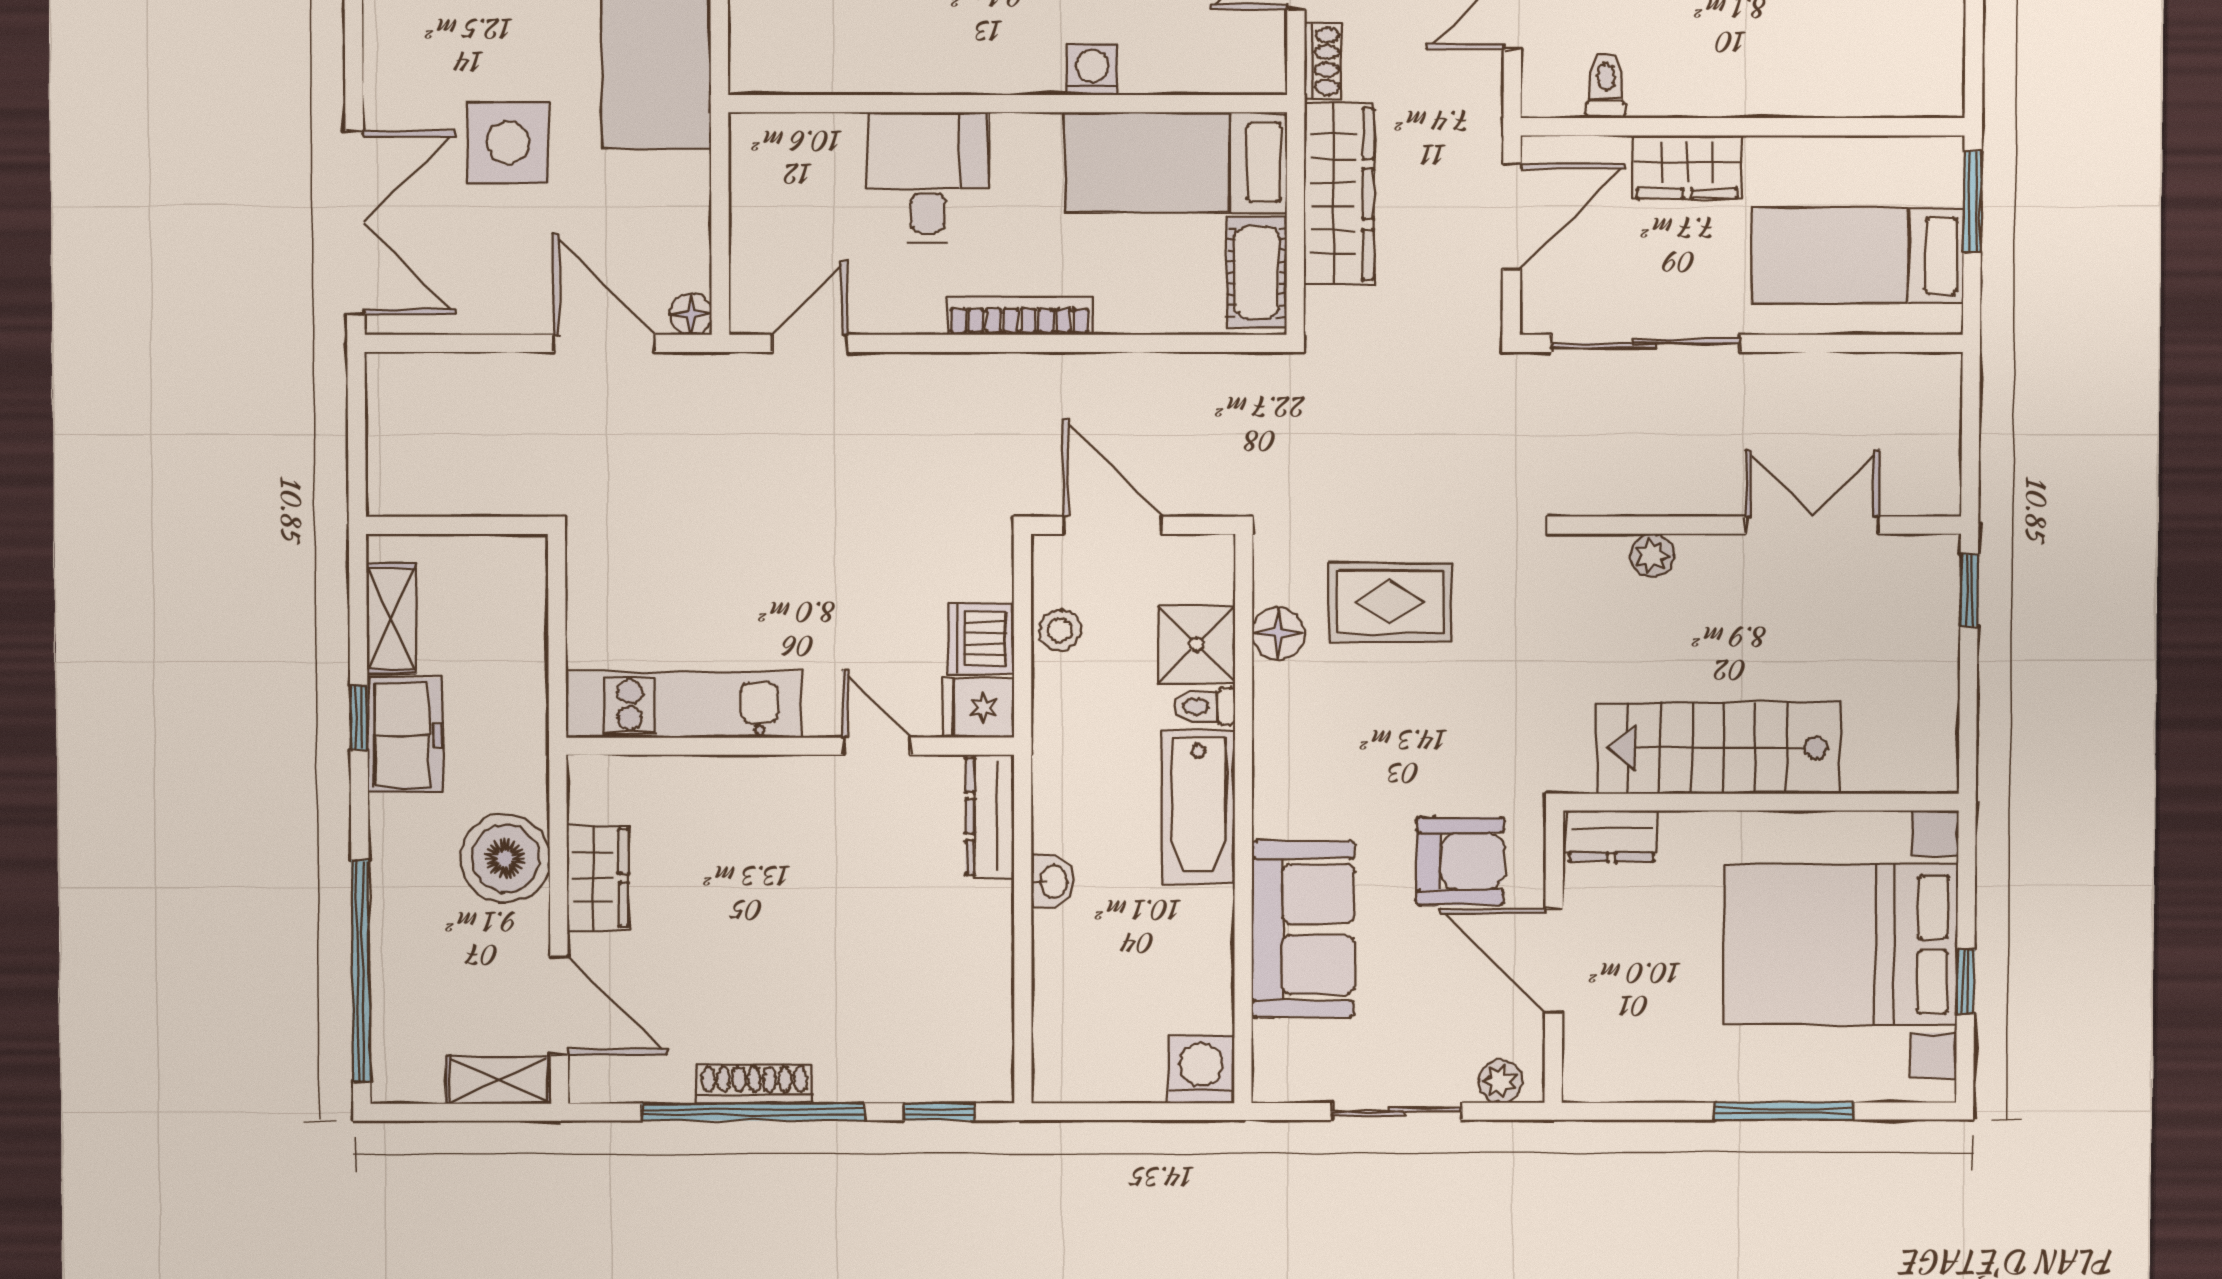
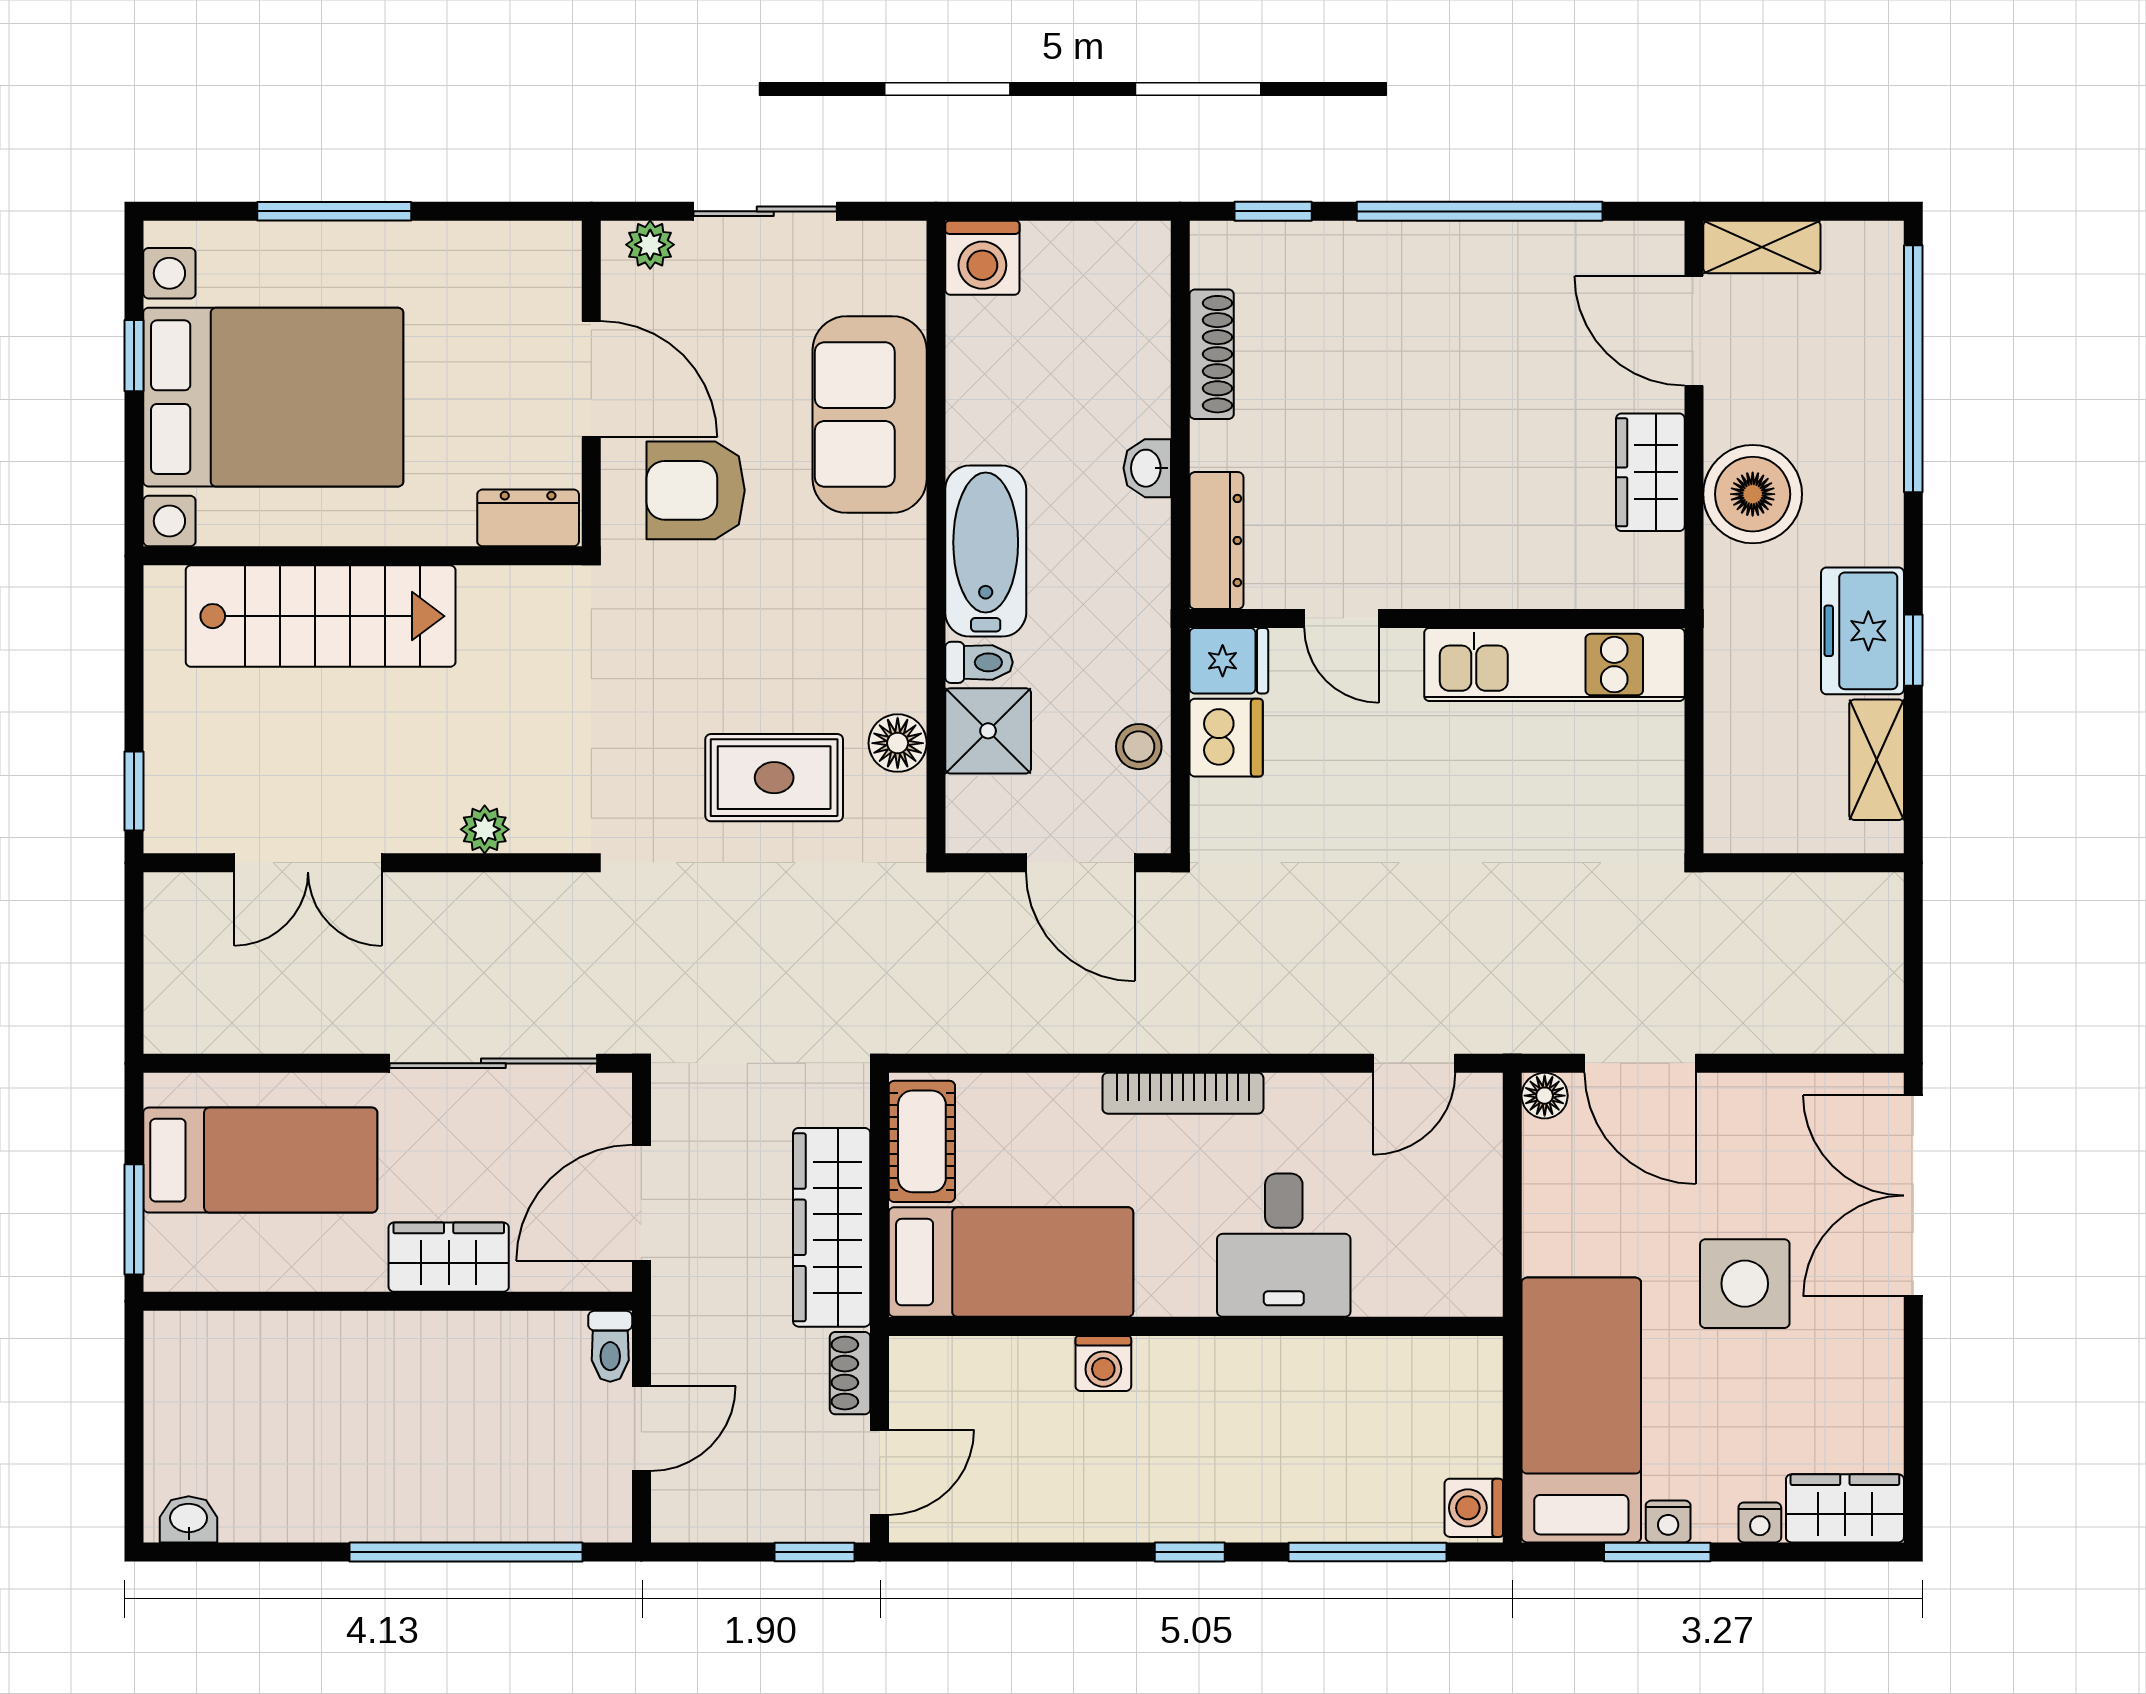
toilet: (1606, 86) -> (610, 1346), moved
stairs: (1718, 748) -> (321, 616), moved
shoe rack: (754, 1084) -> (1212, 354), moved, turned -90

